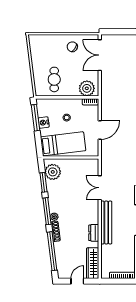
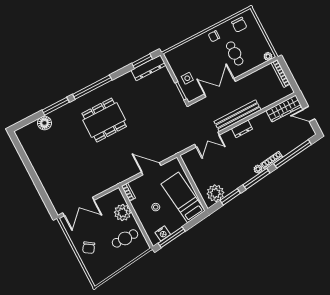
chair: (72, 47) -> (89, 248), moved
plant: (87, 88) -> (123, 213), moved
nightstand: (44, 123) -> (163, 233), moved
dresser: (94, 233) -> (242, 129), moved

